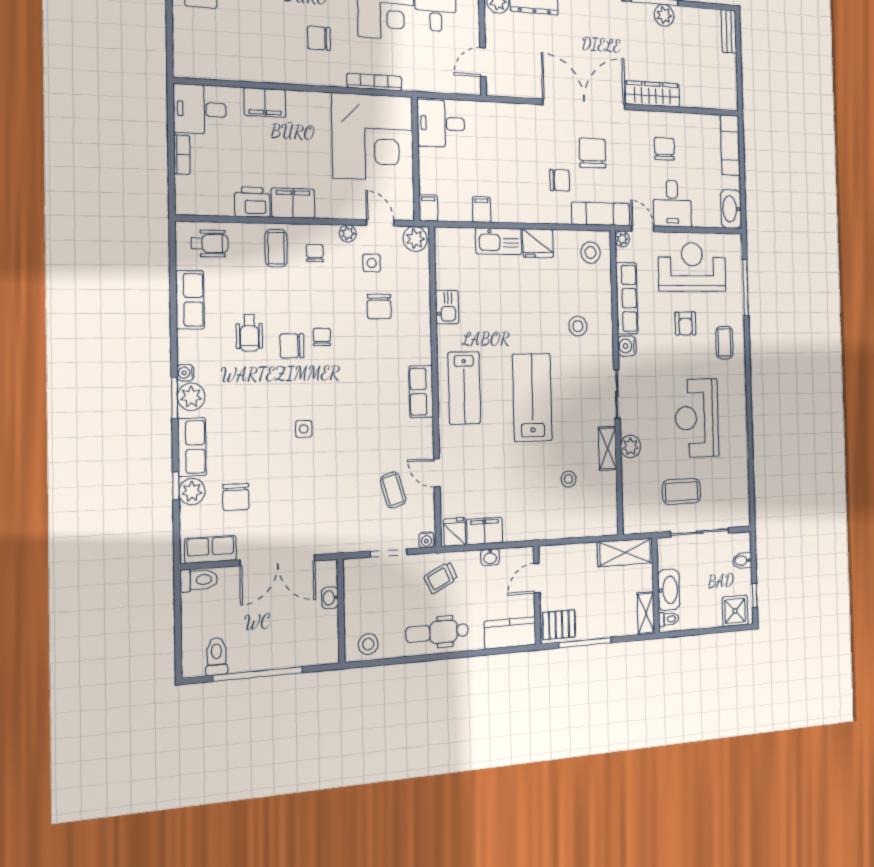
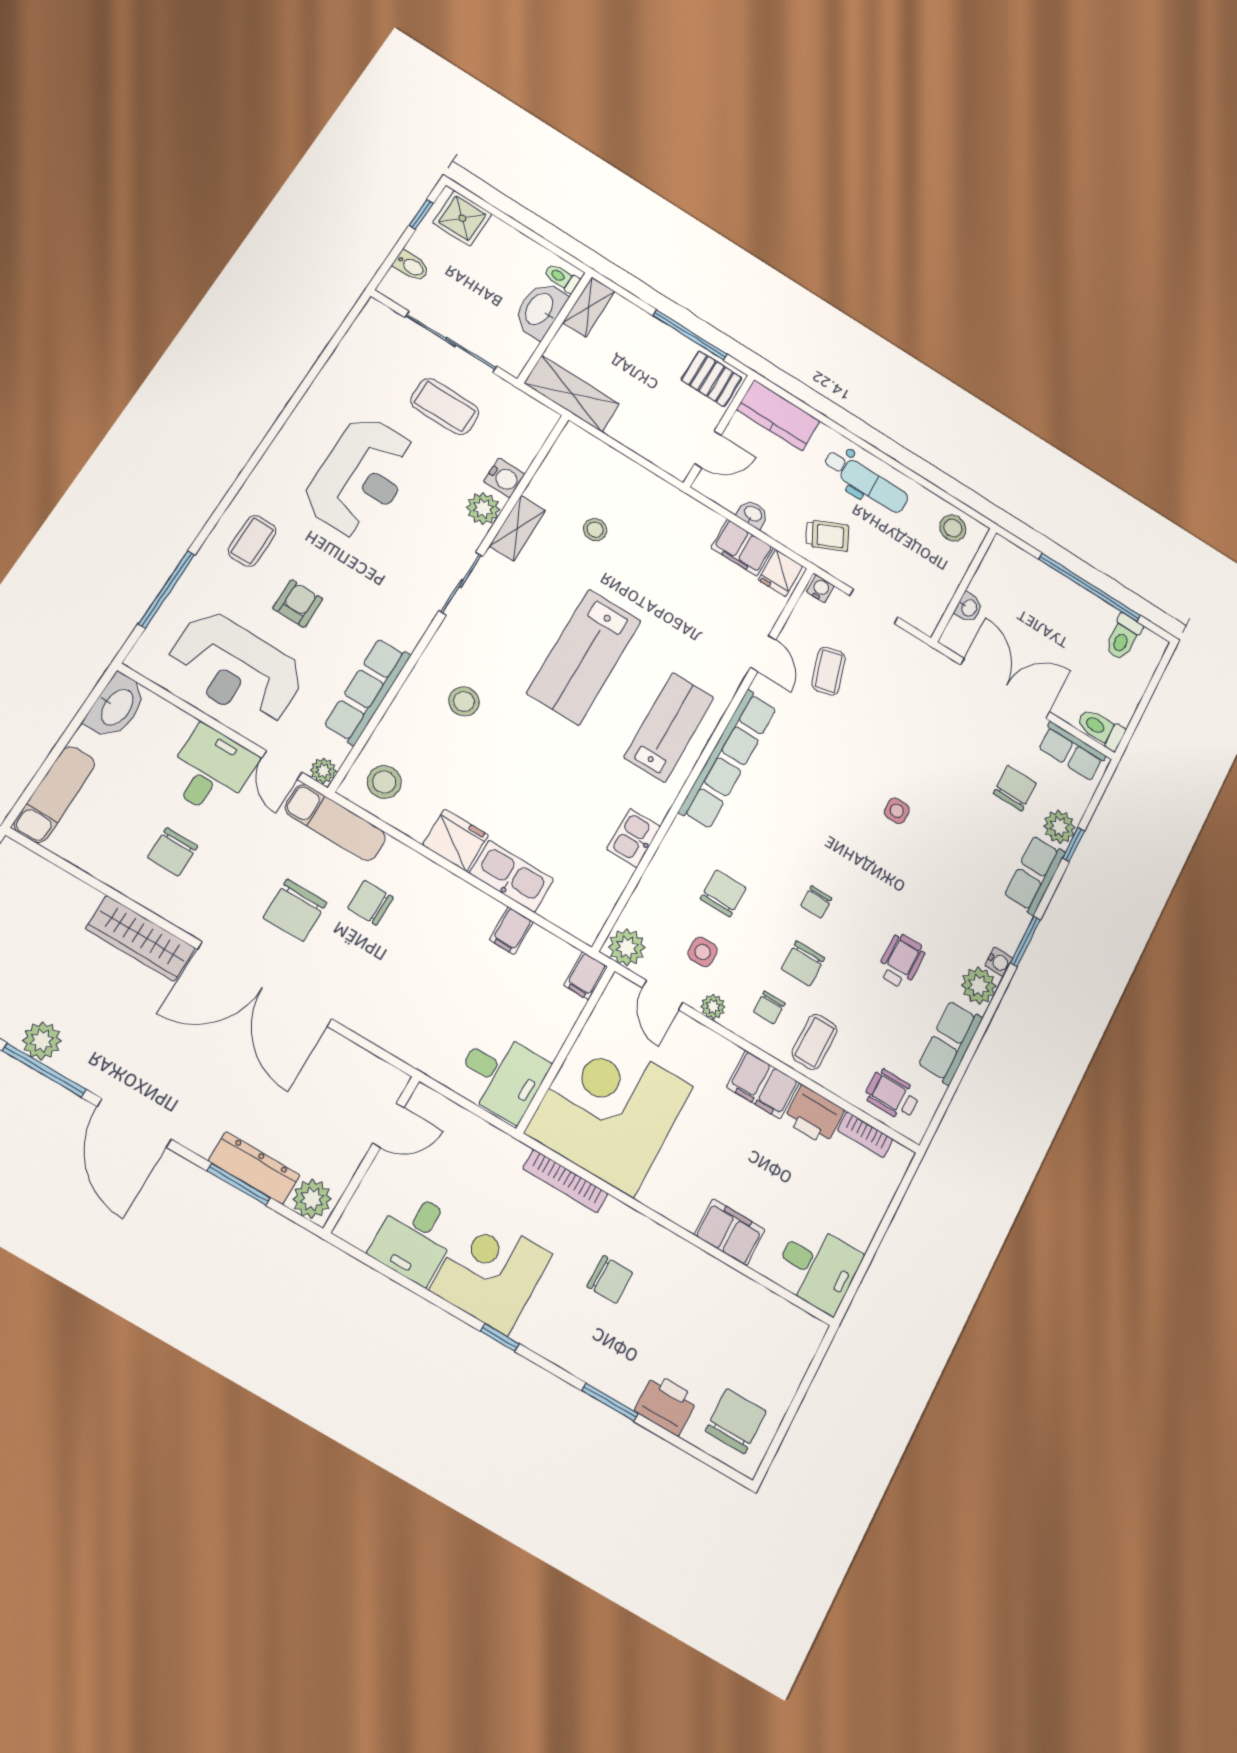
bookcase: (182, 155) -> (865, 1135), moved, turned -90
chair: (292, 346) -> (803, 963), moved, turned 90
water cooler: (627, 346) -> (504, 478), moved
row of seats: (421, 392) -> (728, 759), width x2.02
plant: (191, 397) -> (979, 986), moved

